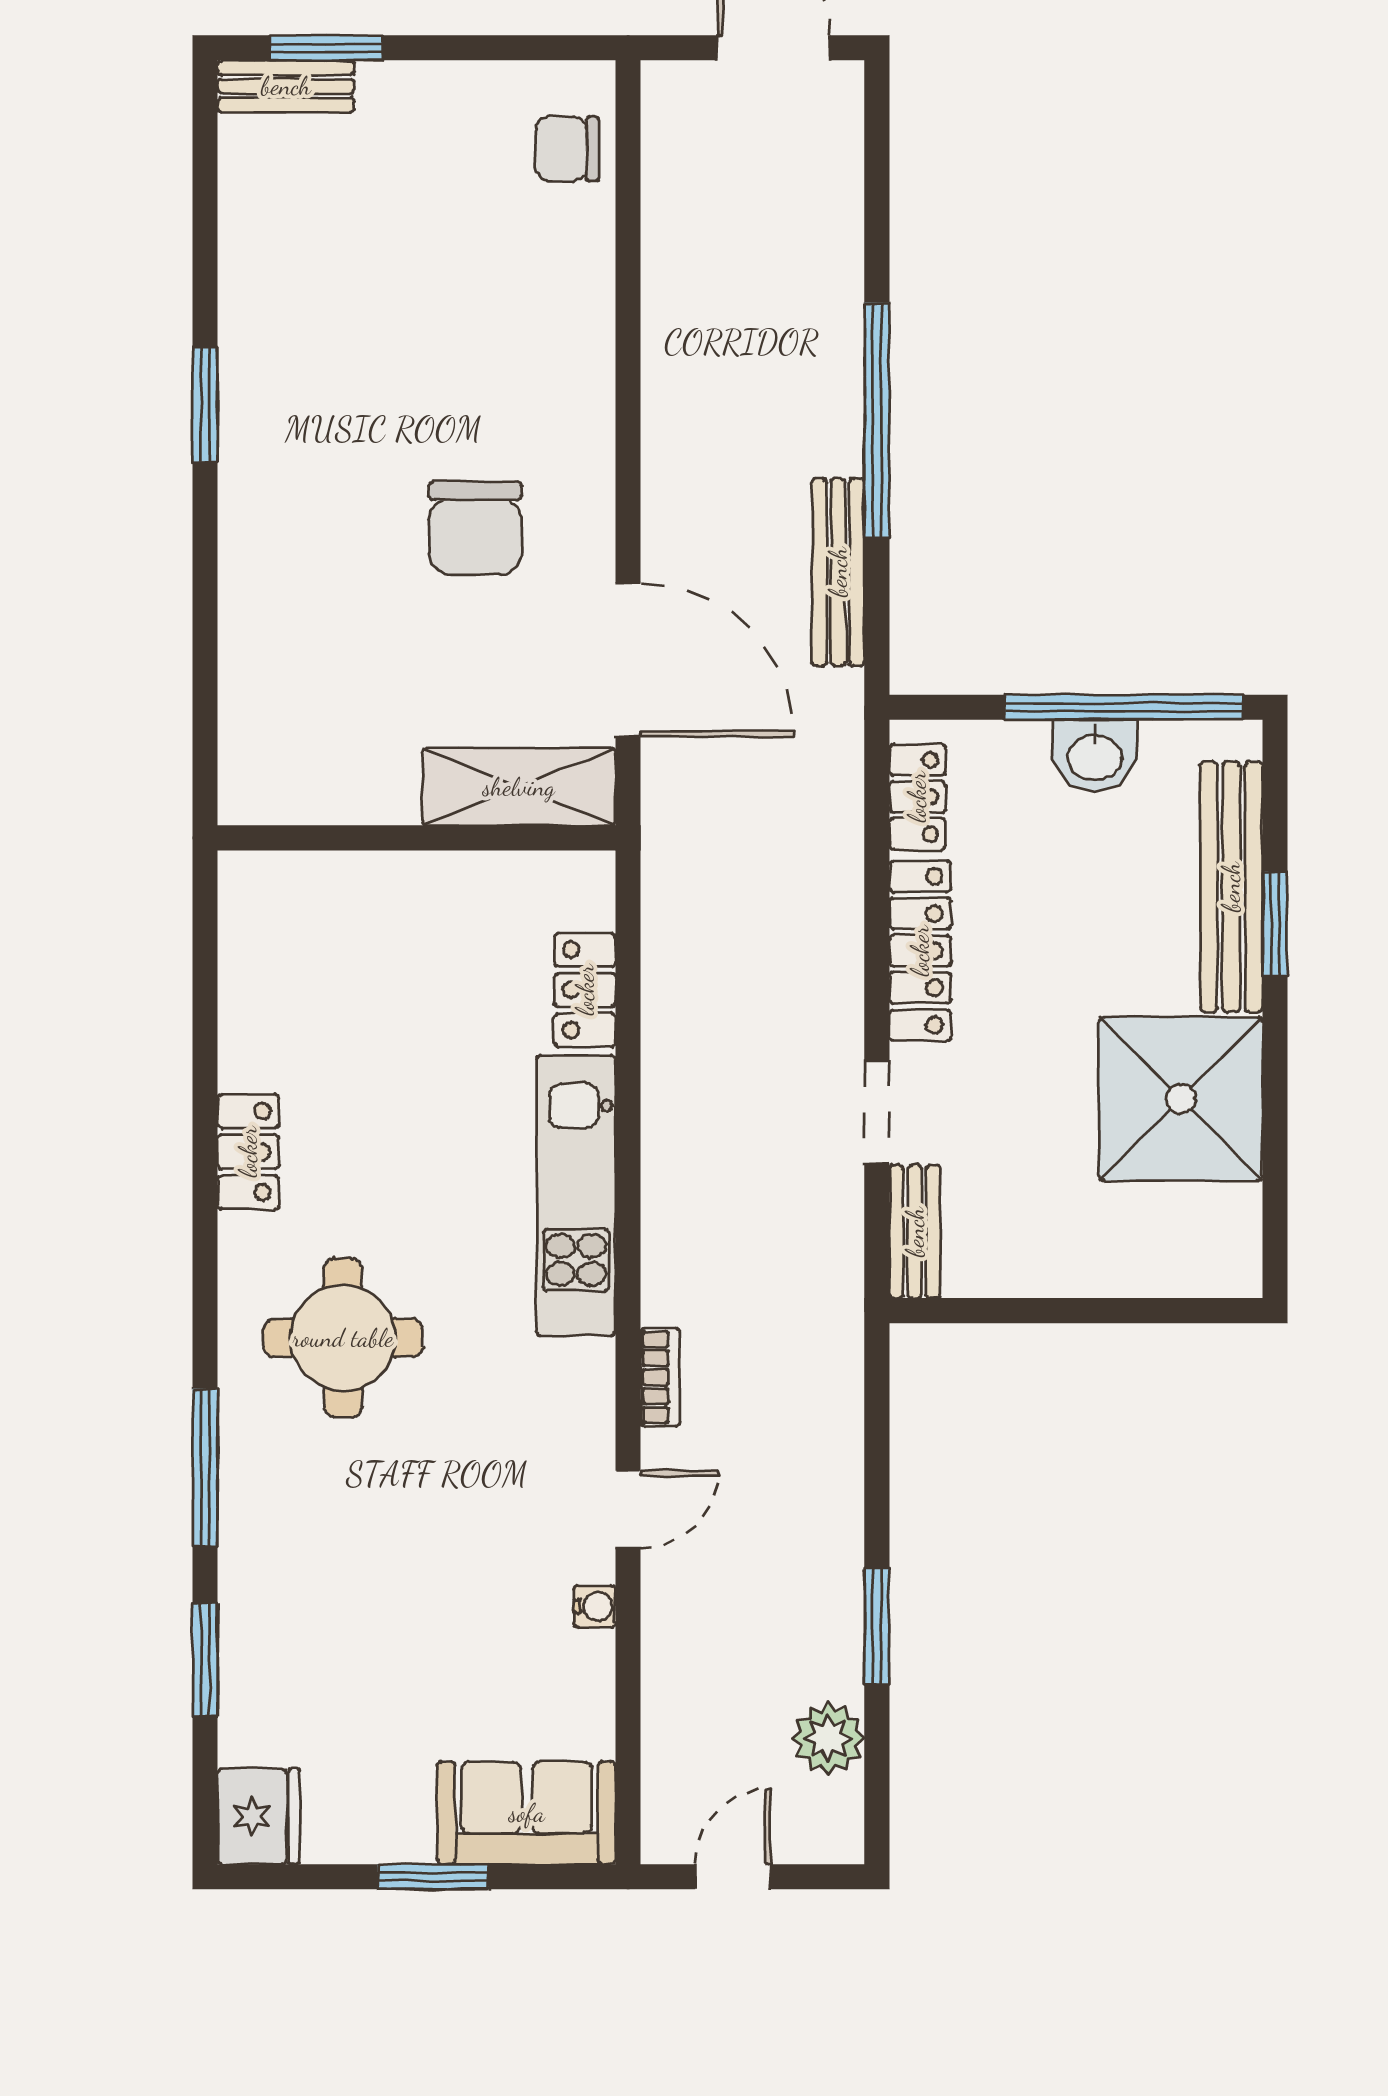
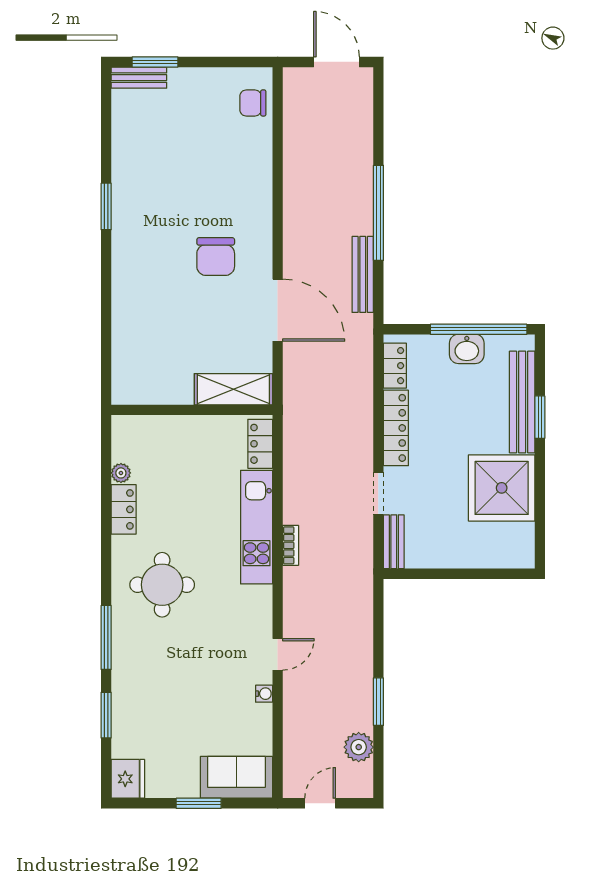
shelving: (519, 787) -> (233, 389), moved
wall: (417, 838) -> (192, 410), moved
plant: (241, 1062) -> (121, 473), added
bookcase: (660, 1377) -> (291, 545), moved

